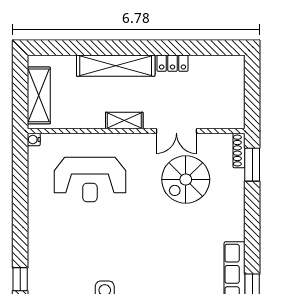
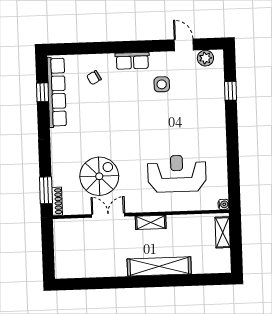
locker: (173, 63) -> (113, 270), removed
shelving: (39, 95) -> (223, 232), width x0.67, depth x0.75

